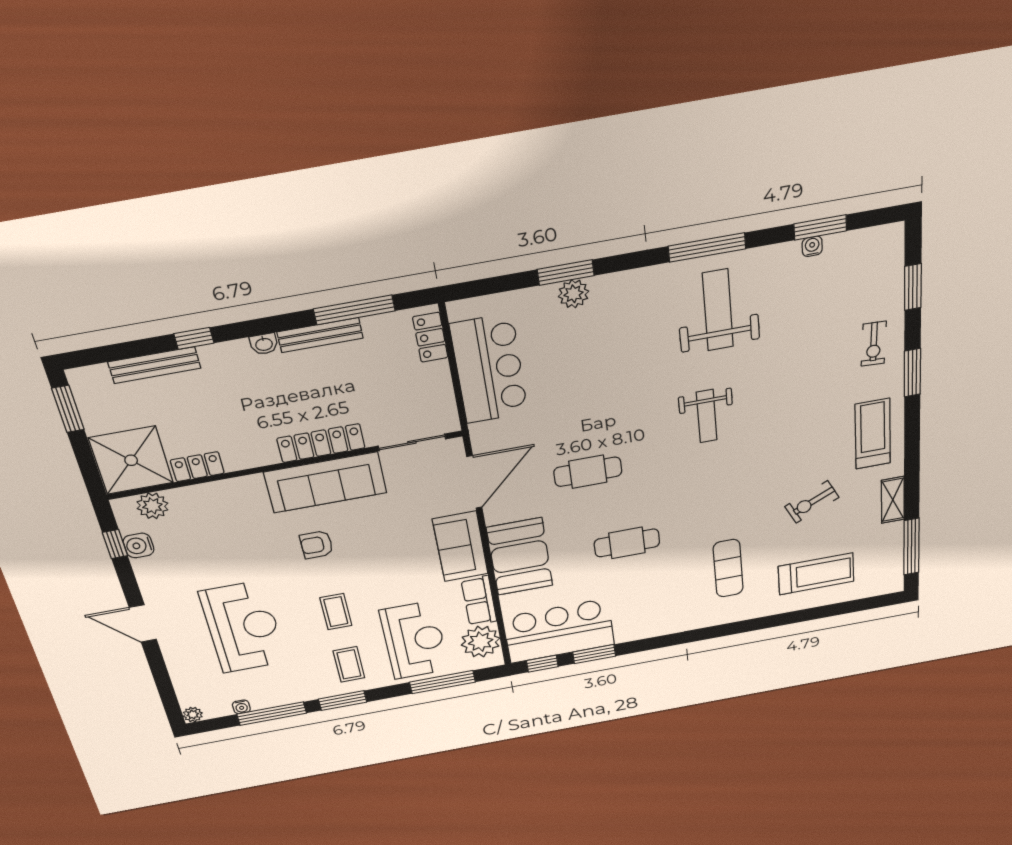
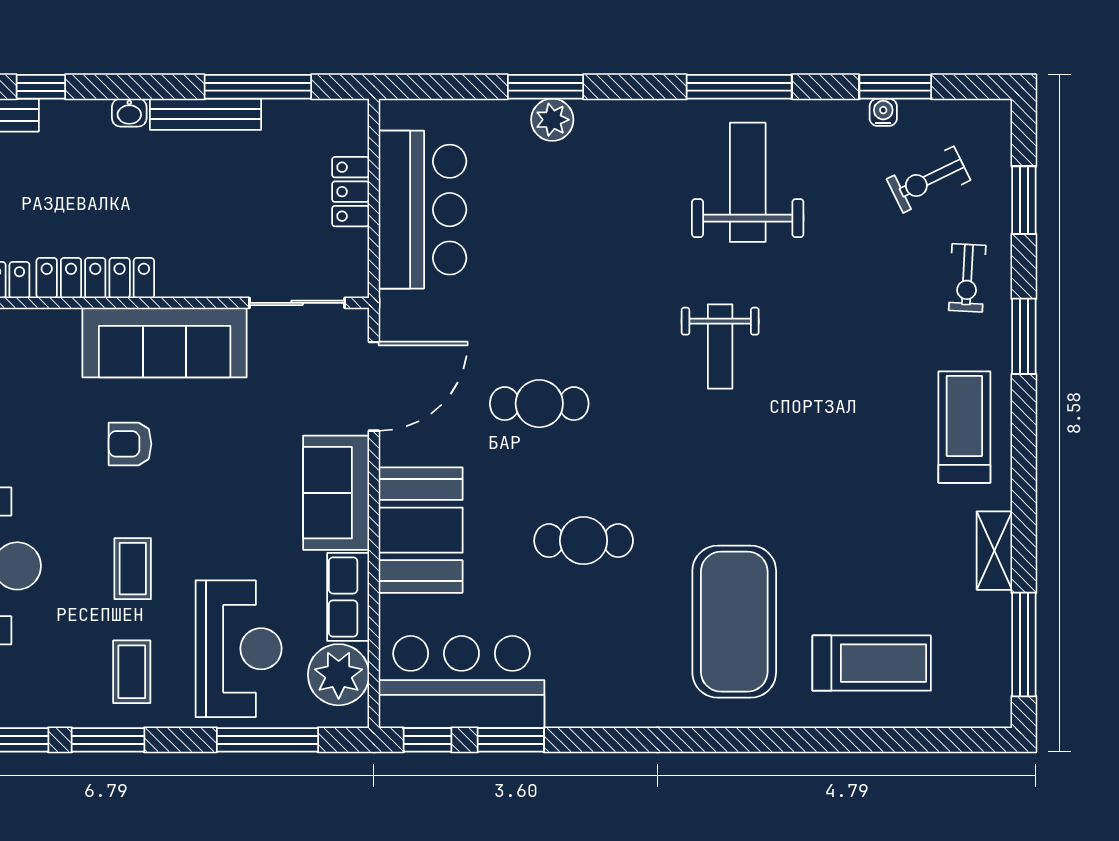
locker: (430, 337) -> (351, 192), moved
locker: (321, 443) -> (95, 278), moved
exercise bike: (812, 502) -> (928, 180), moved
exercise mat: (728, 568) -> (734, 622), width x2.00, depth x1.45

